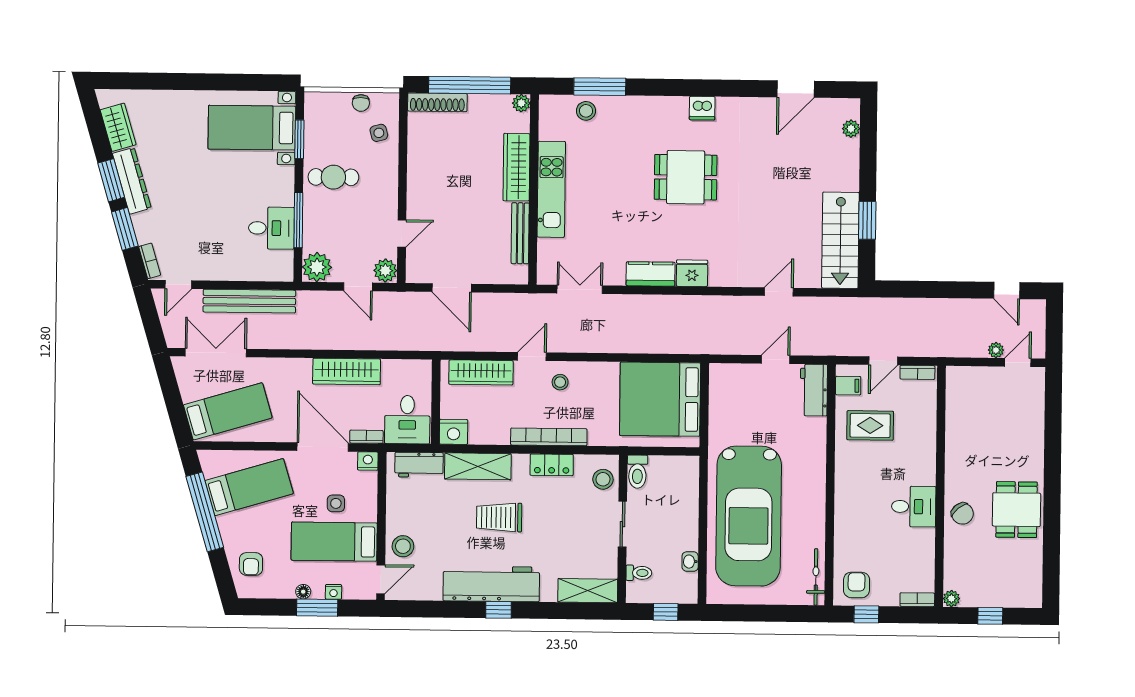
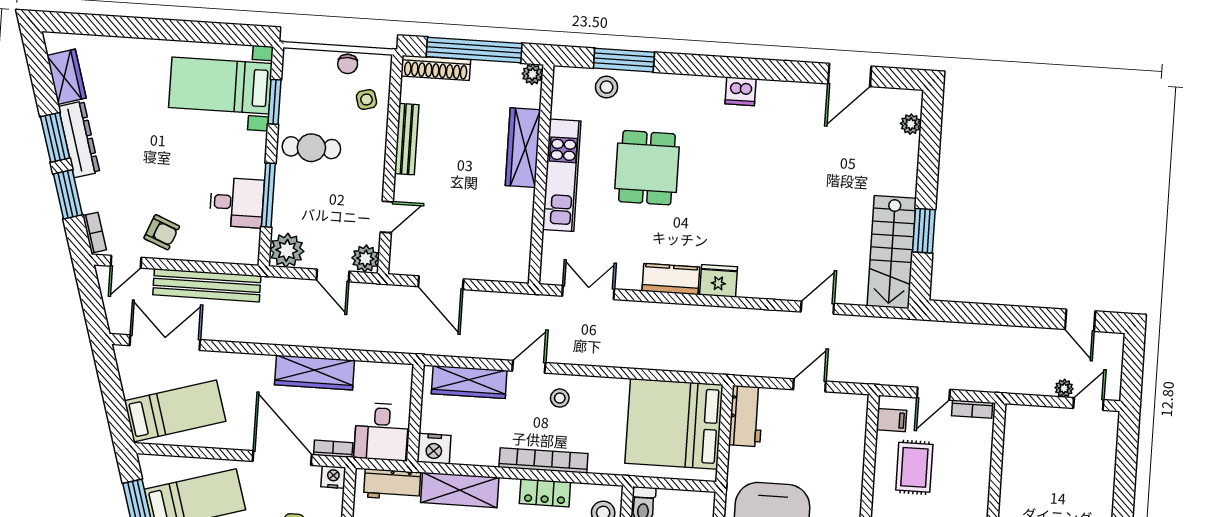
dining table: (686, 177) -> (647, 168), moved, turned 90
bench: (520, 233) -> (407, 139), moved
armchair: (208, 257) -> (162, 232), added
workbench: (814, 390) -> (746, 416), moved, turned 180
rug: (870, 425) -> (914, 467), turned 90

